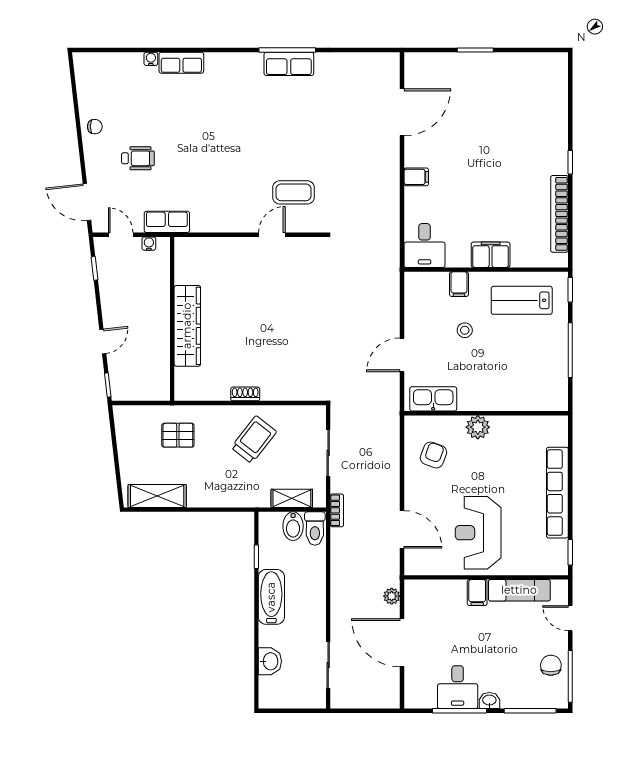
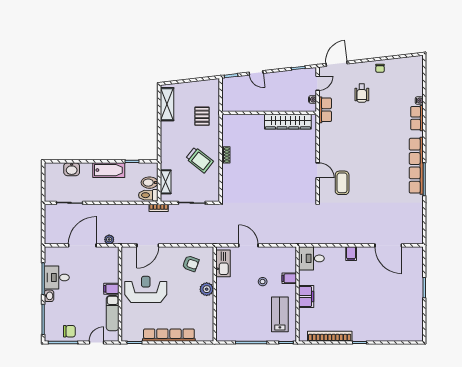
row of seats: (289, 64) -> (416, 166), width x2.02
wardrobe: (187, 326) -> (288, 122), moved

